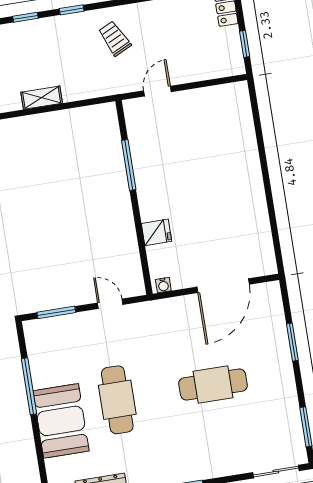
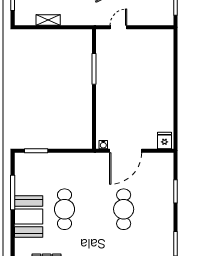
fridge: (156, 232) -> (165, 140), moved, turned -90
door: (223, 286) -> (126, 151), moved
door: (110, 304) -> (70, 151), removed
cafe table: (213, 384) -> (124, 209), turned 90

